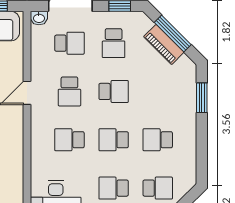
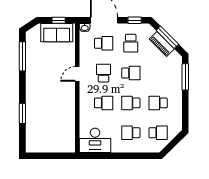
school desk: (69, 91) -> (104, 73), turned 180
window: (202, 98) -> (185, 77), width x1.44
school desk: (69, 140) -> (104, 103), turned 180

